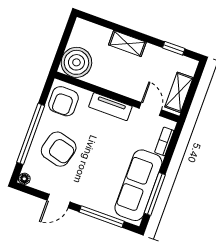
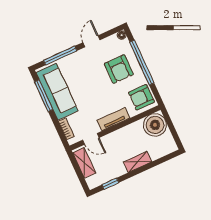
armchair: (64, 101) -> (141, 97), turned -90
armchair: (59, 149) -> (119, 69), turned -105

